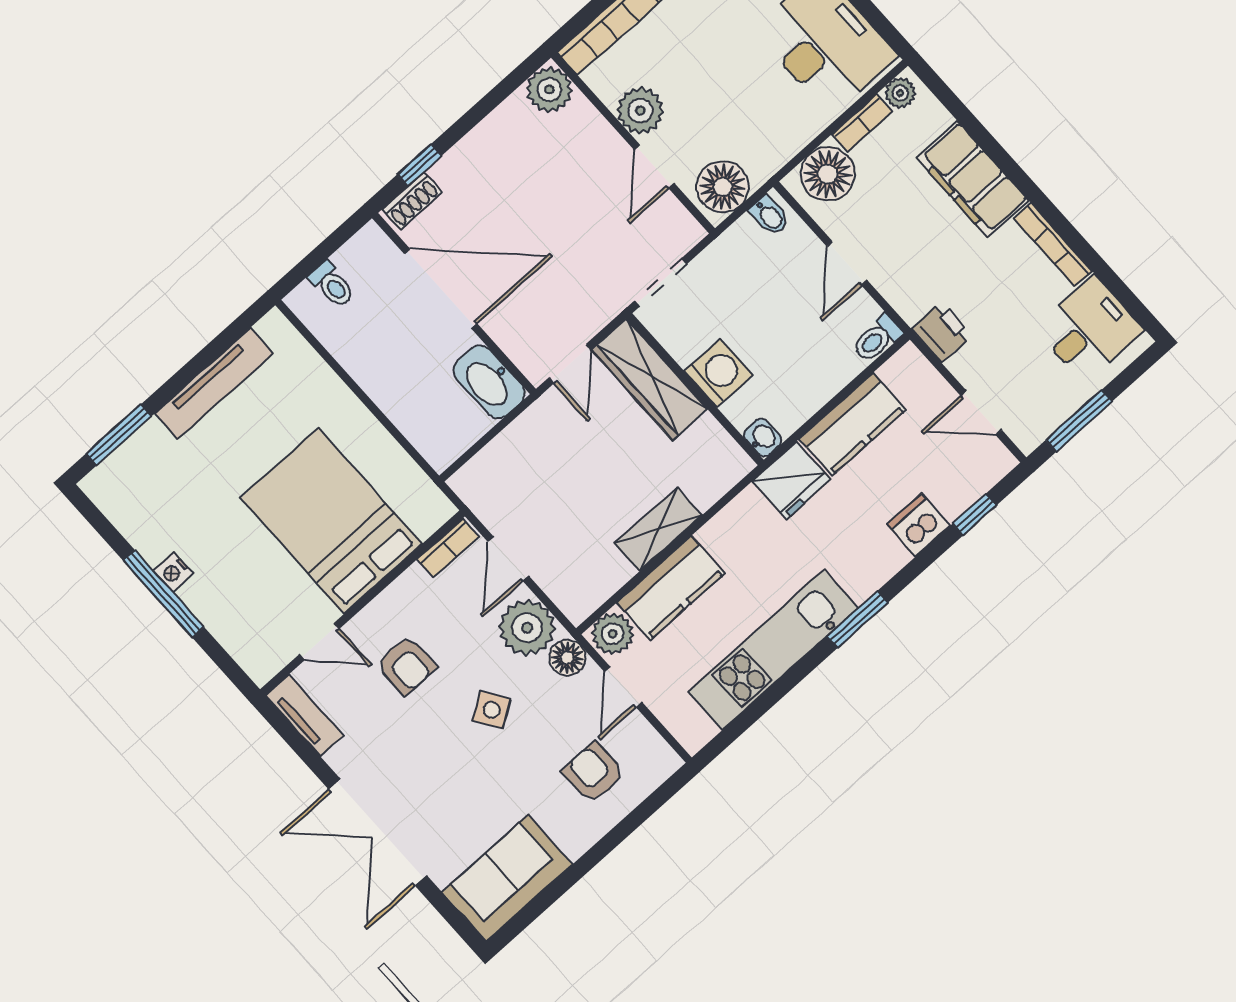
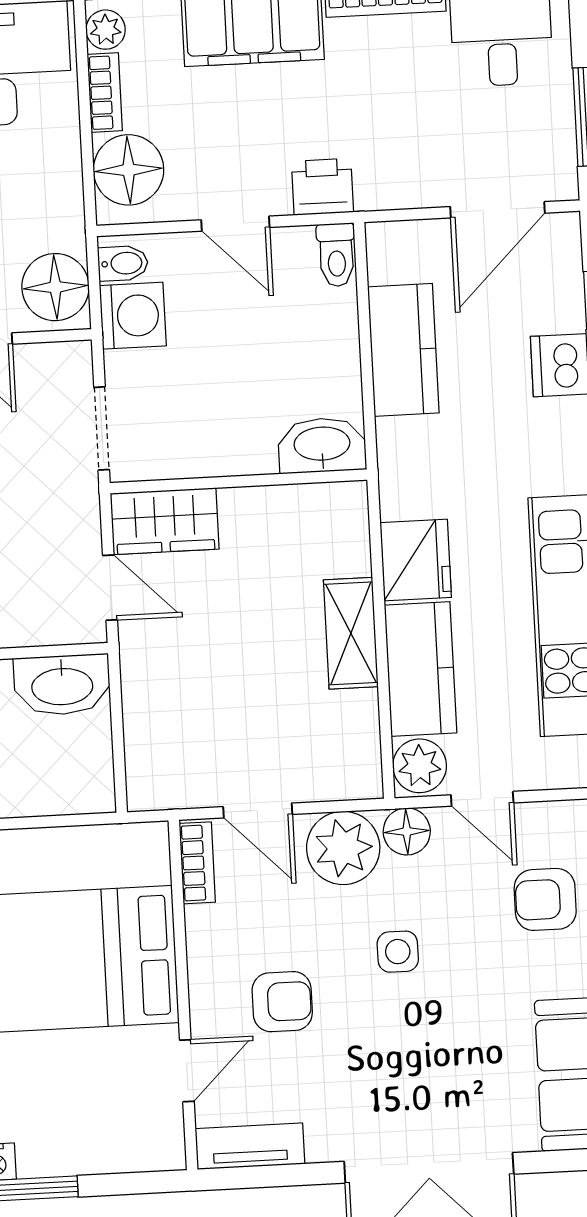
printer: (942, 332) -> (323, 187), moved
washing machine: (719, 373) -> (133, 316), moved, turned 90
wardrobe: (649, 379) -> (165, 521), width x0.67
door: (981, 413) -> (498, 210), width x1.38
washbasin: (763, 438) -> (322, 445), width x1.91, depth x1.45
fridge: (792, 480) -> (416, 560), moved
side table: (492, 710) -> (398, 952), turned 33

